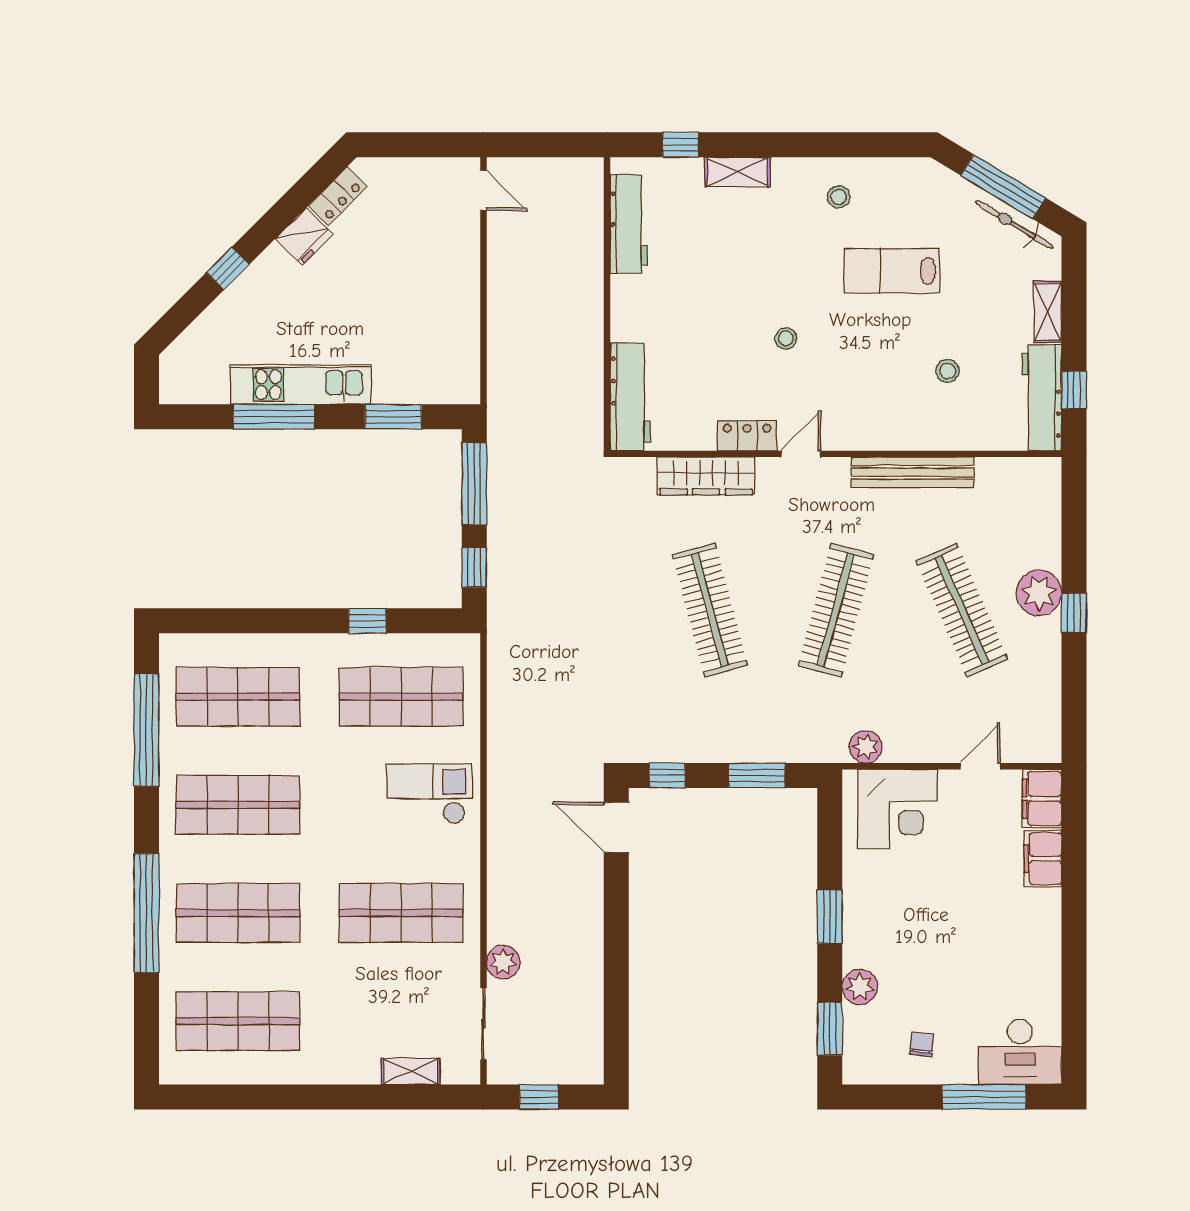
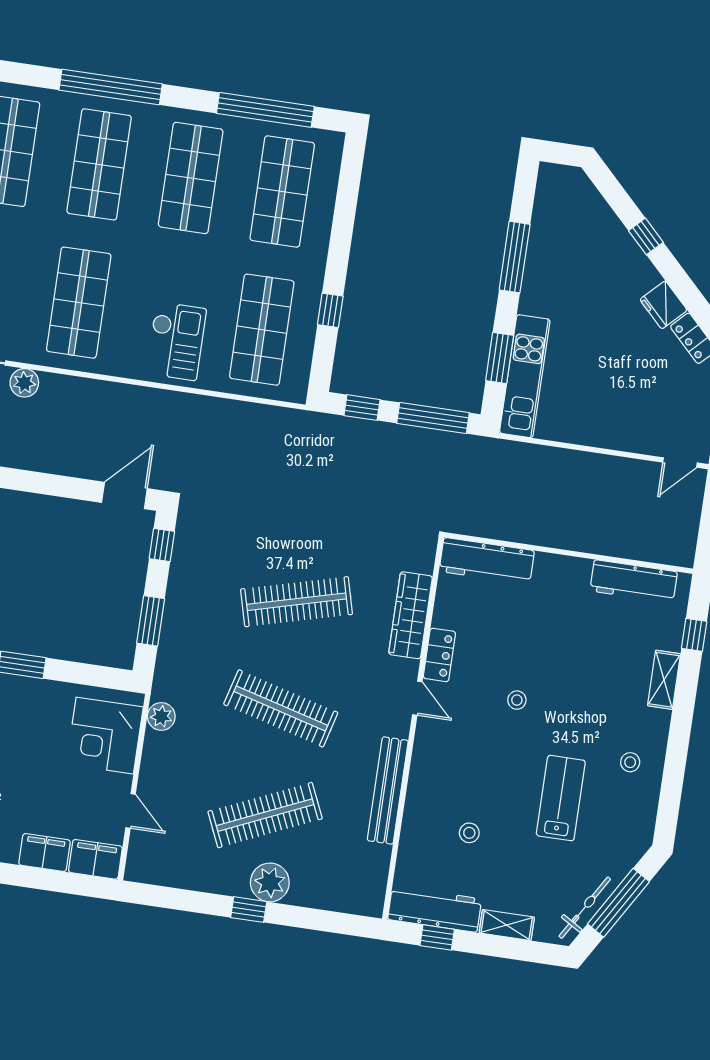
kitchen unit: (301, 385) -> (525, 376), moved

